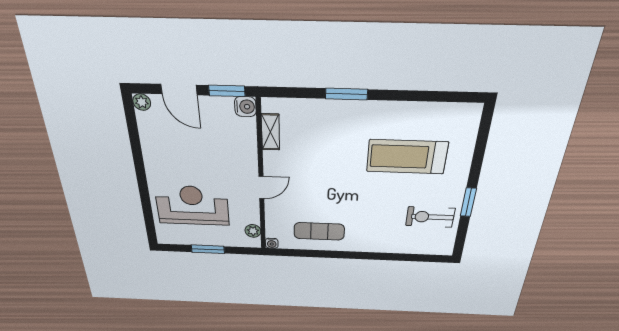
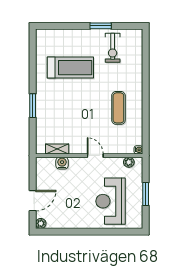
window: (227, 91) -> (33, 173), removed
water cooler: (245, 107) -> (62, 163), moved
treadmill: (407, 157) -> (70, 68), turned -90
exercise mat: (319, 231) -> (118, 108), moved

